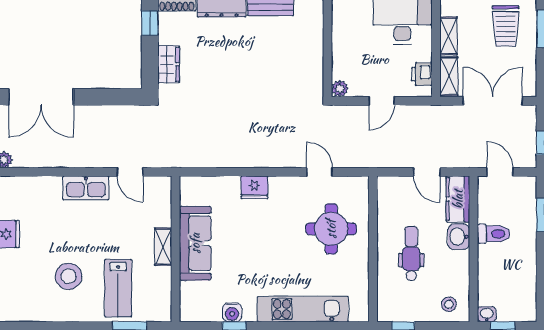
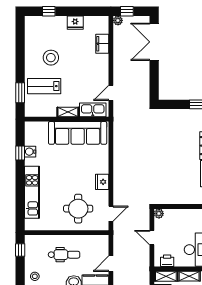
wardrobe: (169, 64) -> (173, 115), removed
door: (320, 172) -> (111, 214), moved
filing cabinet: (45, 187) -> (102, 44), added
fridge: (254, 187) -> (102, 182), moved
kitchen sink: (86, 188) -> (93, 110), moved, turned 90
sofa: (195, 243) -> (78, 133), width x1.36, depth x1.27

